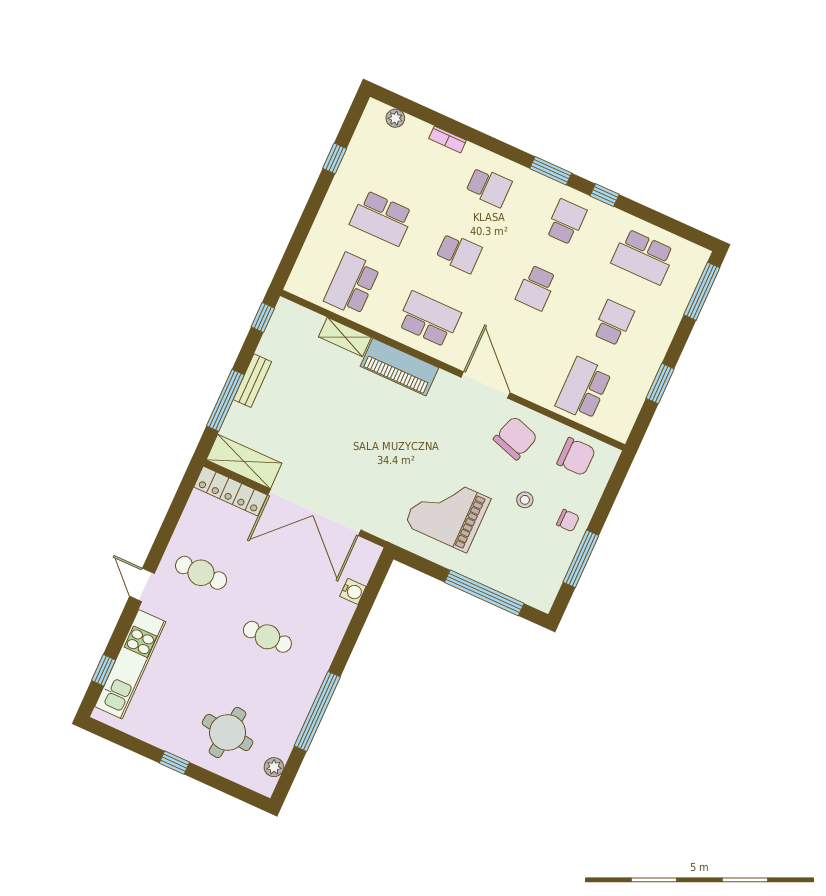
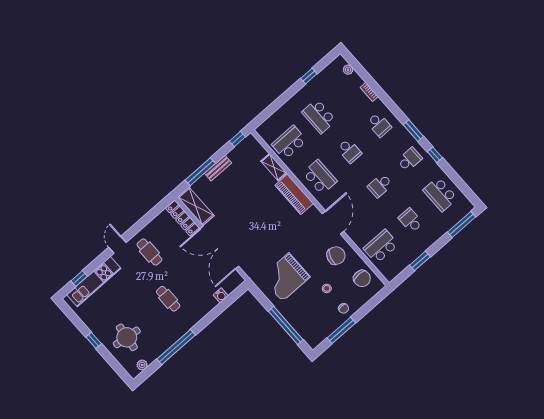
school desk: (613, 323) -> (411, 220), turned -90
grand piano: (448, 512) -> (286, 277), turned -90

